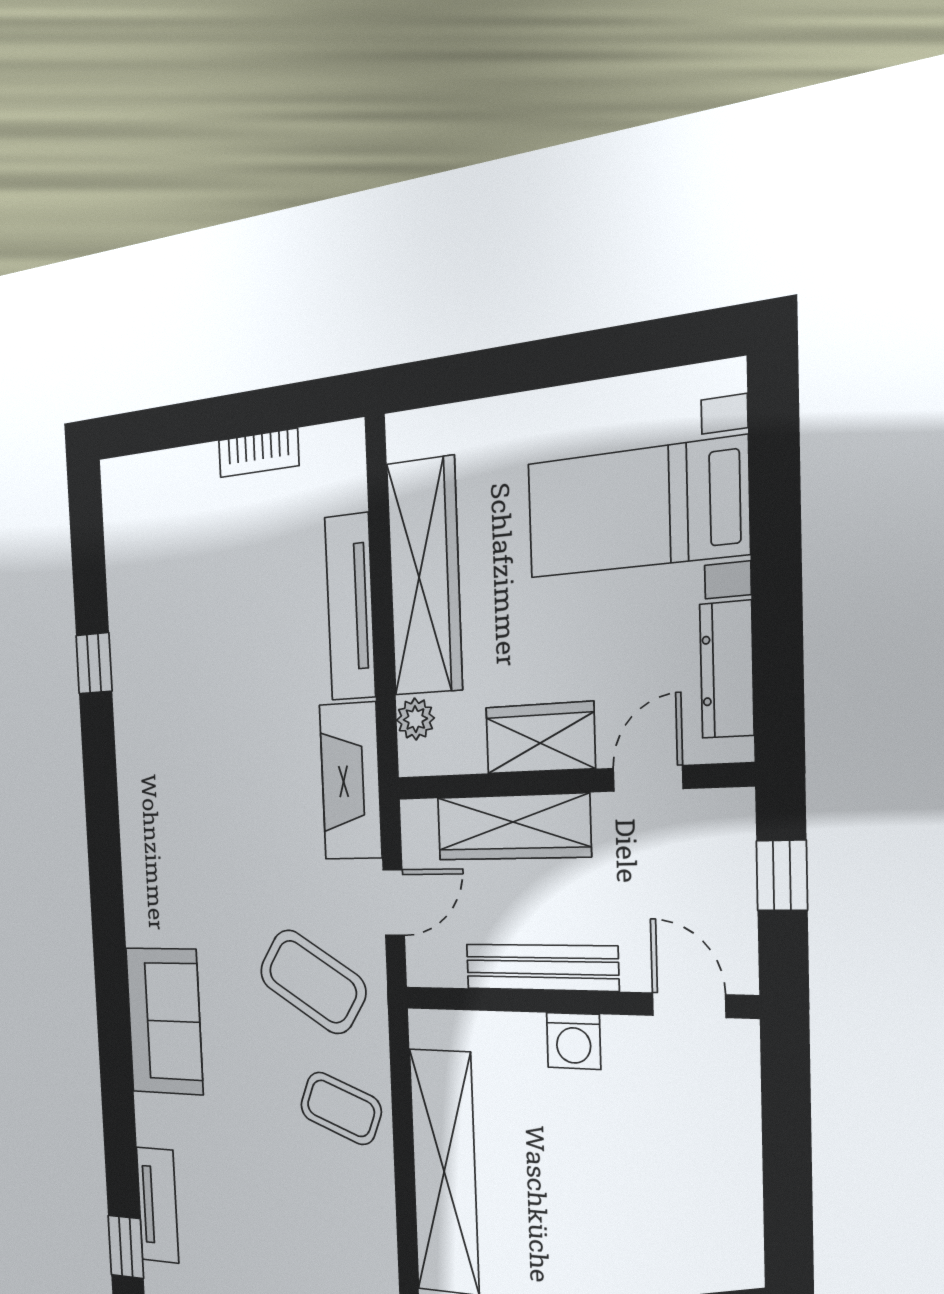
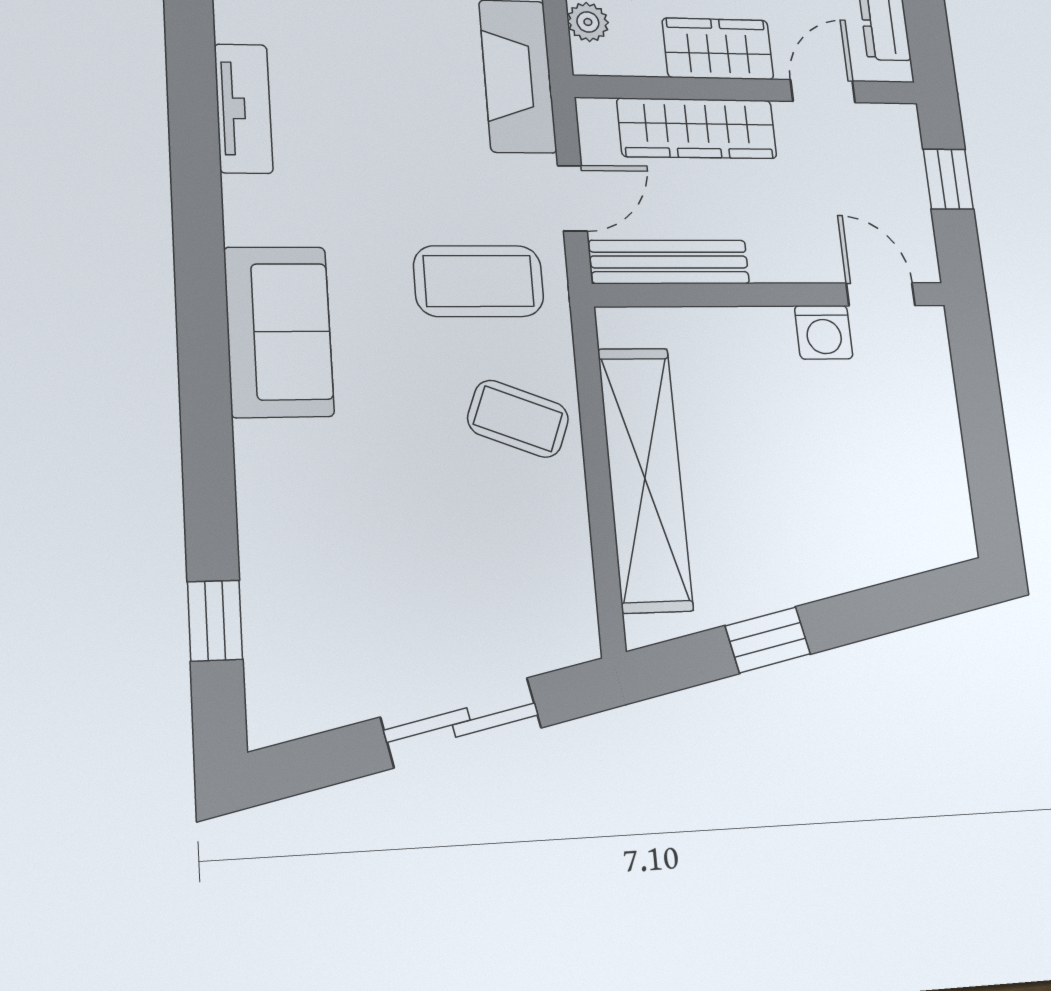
bench: (541, 968) -> (669, 262), moved
coffee table: (313, 982) -> (479, 281), turned -32
washing machine: (574, 1041) -> (824, 332), moved
tv unit: (158, 1205) -> (243, 108), moved

